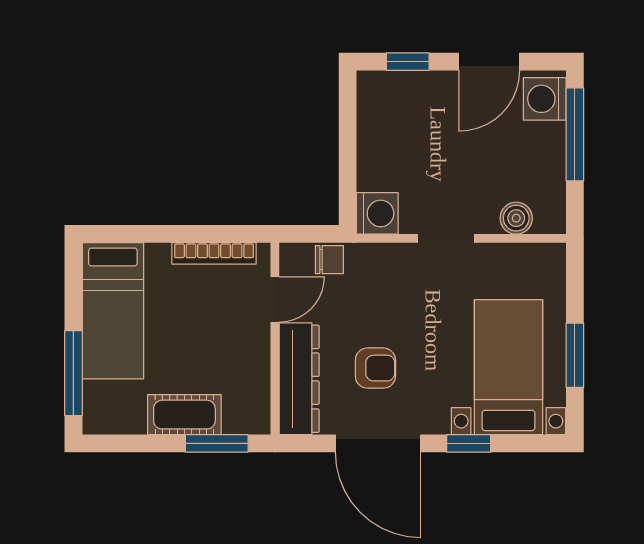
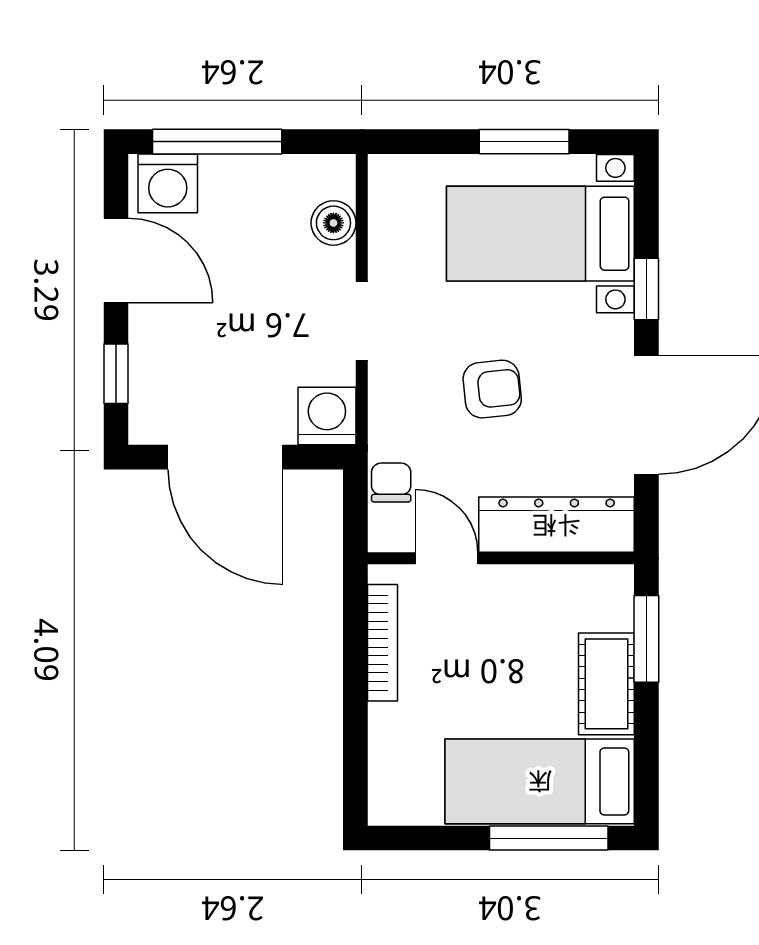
door: (348, 140) -> (225, 457), added
bed: (113, 311) -> (540, 781), moved, turned 180
armchair: (375, 368) -> (492, 389), moved, turned 84

